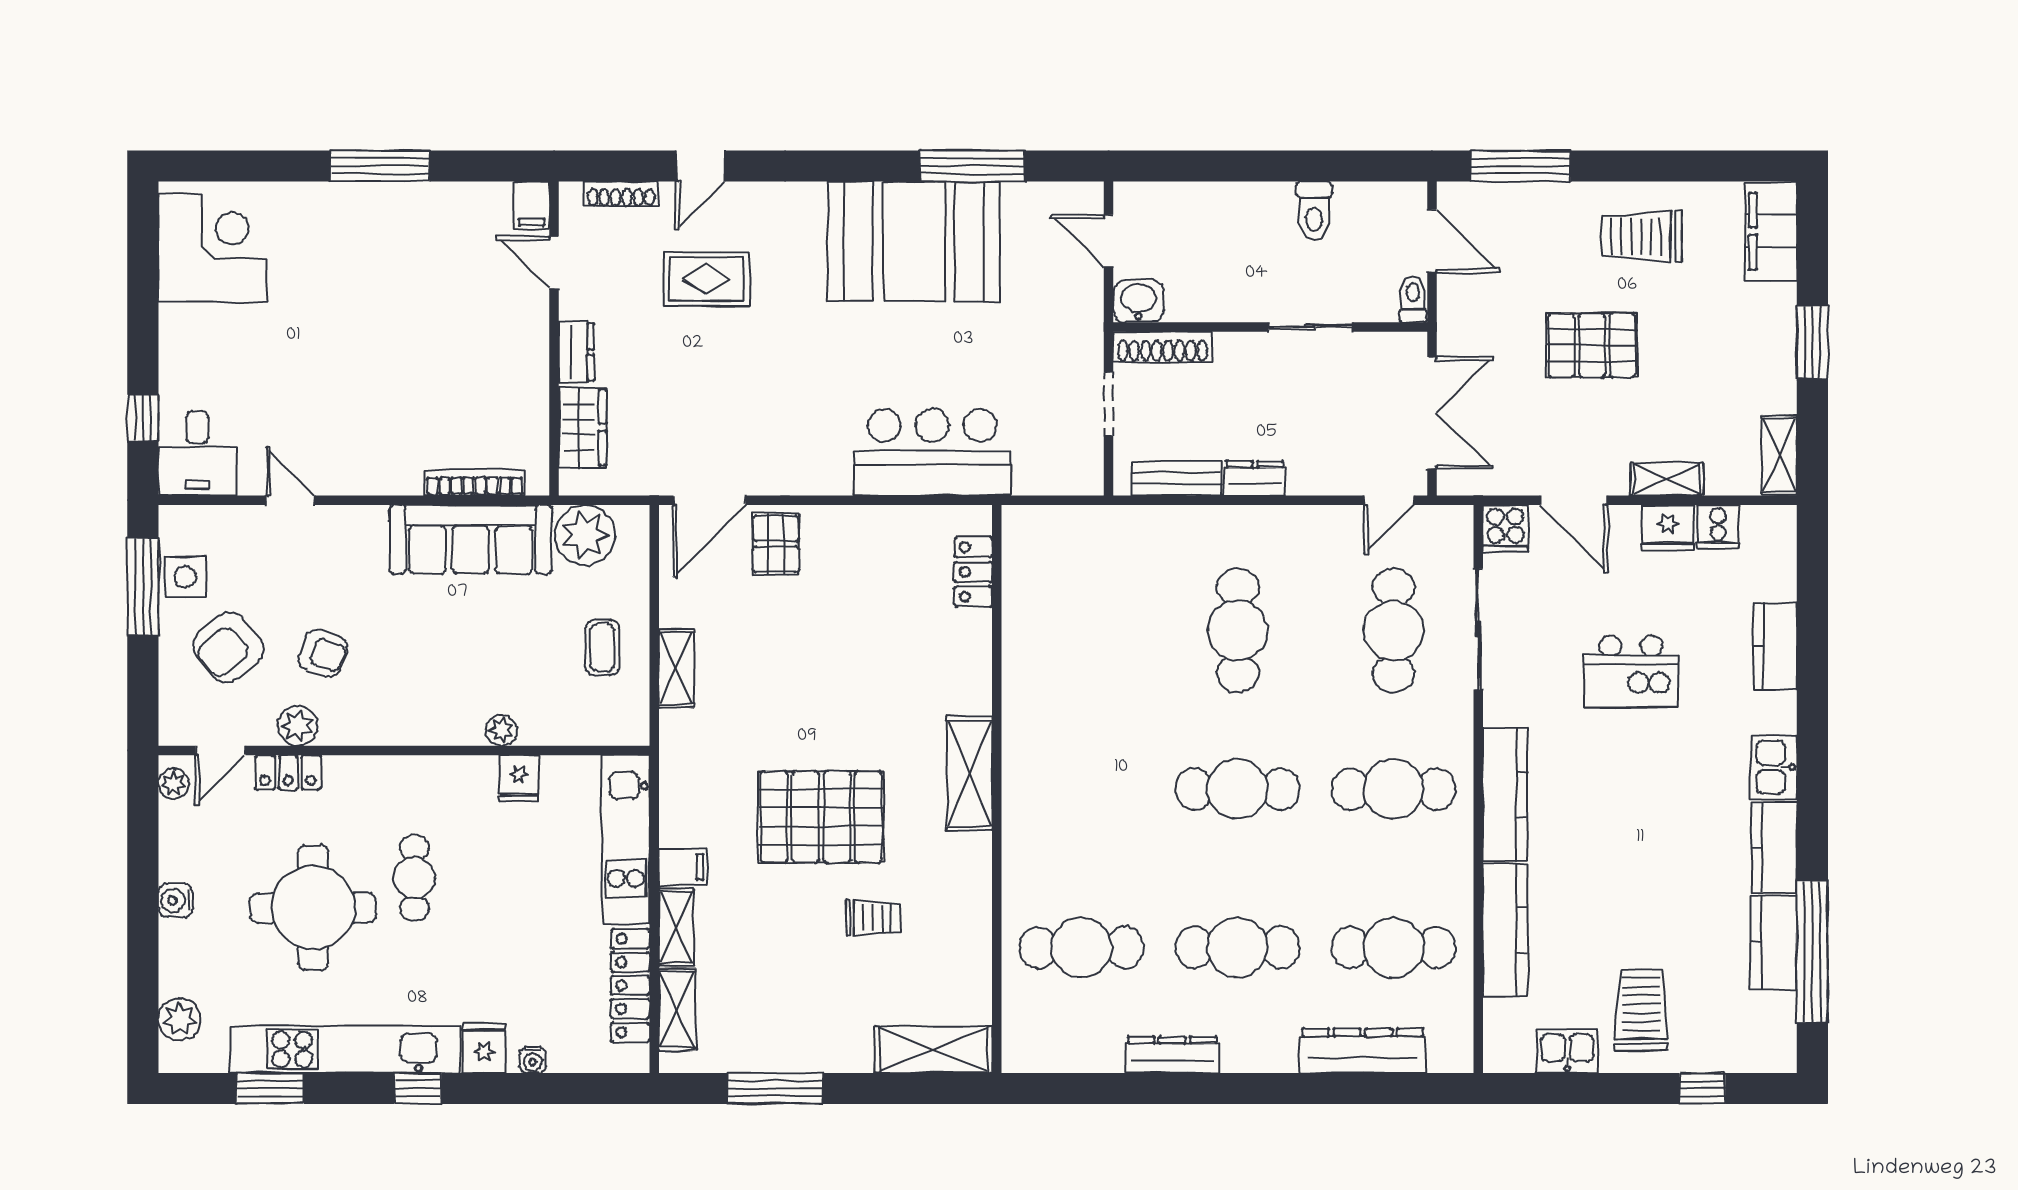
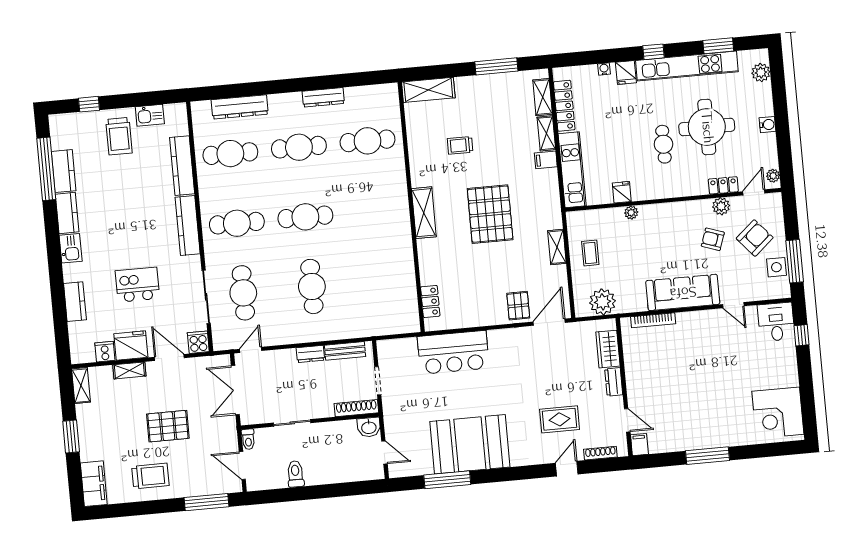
fridge: (1668, 527) -> (131, 346), width x1.36, depth x1.34
sofa: (470, 539) -> (683, 292), moved
pallet: (821, 817) -> (490, 214), moved, turned 90

